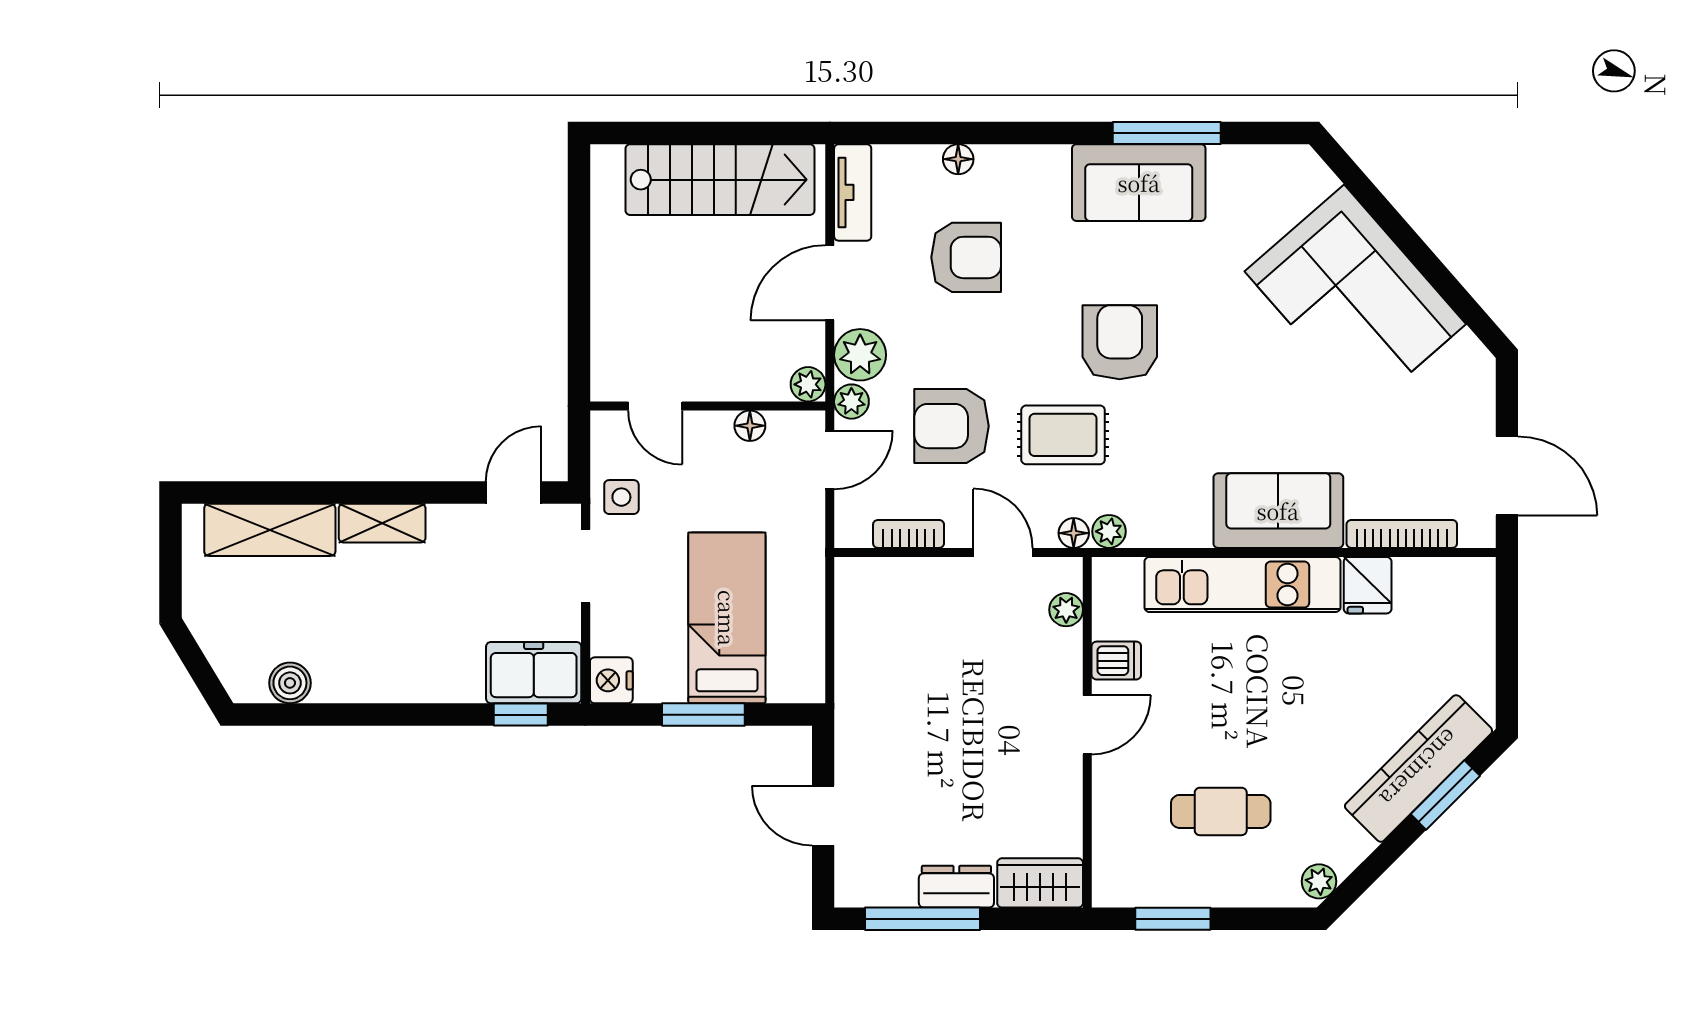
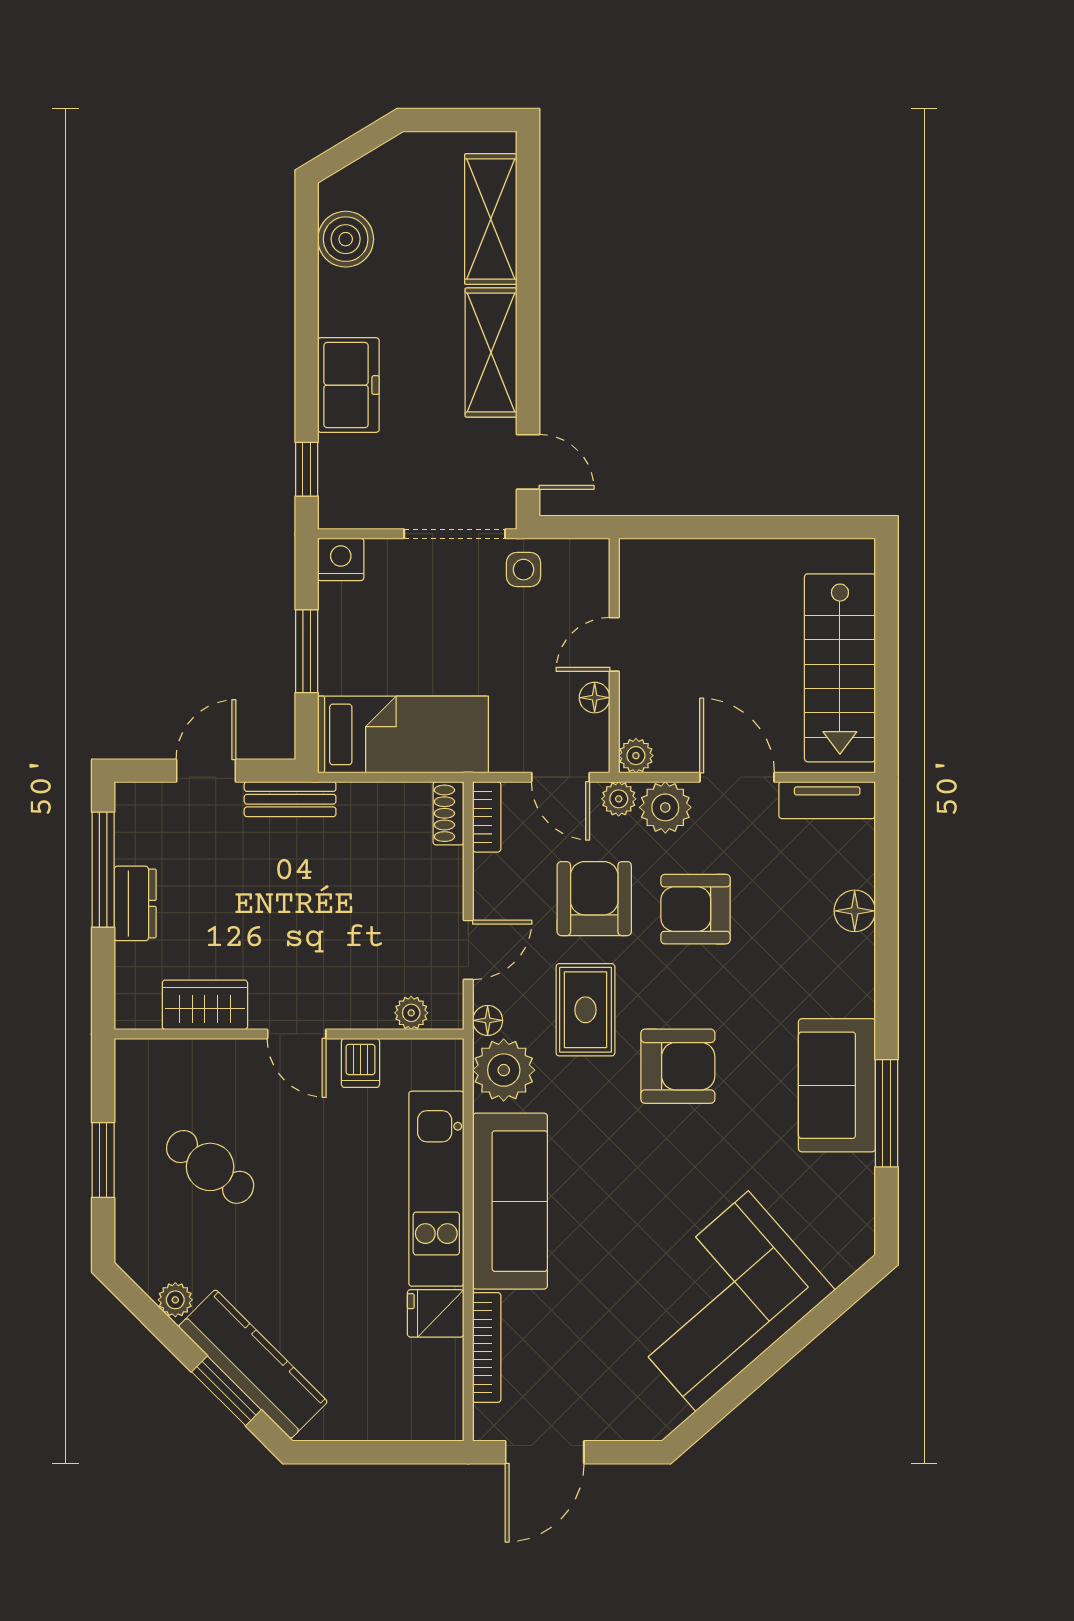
floor lamp: (958, 159) -> (855, 911), width x1.37, depth x1.37
armchair: (966, 257) -> (695, 909), moved, turned 90
door: (655, 406) -> (614, 644), moved
sofa: (1278, 511) -> (510, 1201), width x1.36
shelving: (382, 523) -> (491, 352), width x1.50, depth x1.33
plant: (1109, 531) -> (504, 1070), width x1.88, depth x1.88
bookcase: (909, 534) -> (487, 817), moved
doorway: (586, 566) -> (455, 534), width x1.38
shoe rack: (866, 572) -> (448, 813), added
bed: (727, 618) -> (403, 734), moved
freezer: (534, 673) -> (348, 385), moved
boiler: (290, 683) -> (346, 239), width x1.36, depth x1.36
bench: (852, 731) -> (290, 799), added
cafe table: (1221, 811) -> (210, 1167), turned -54
plant: (1319, 881) -> (175, 1300), moved
wardrobe: (1040, 883) -> (205, 1005), moved, turned -90
window: (1173, 919) -> (103, 1160), moved

